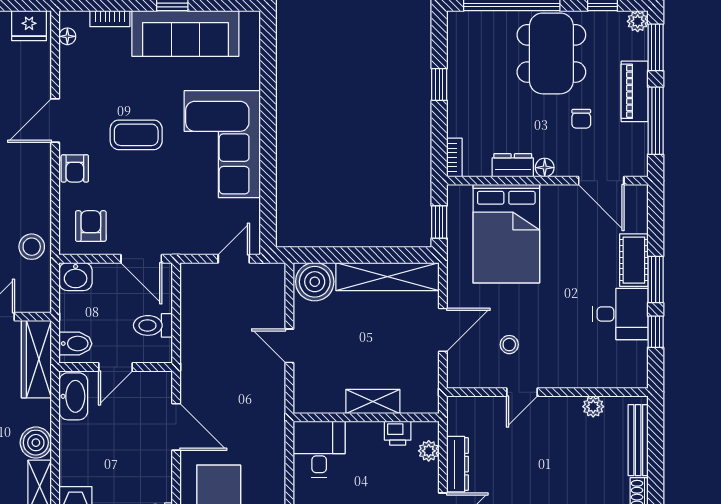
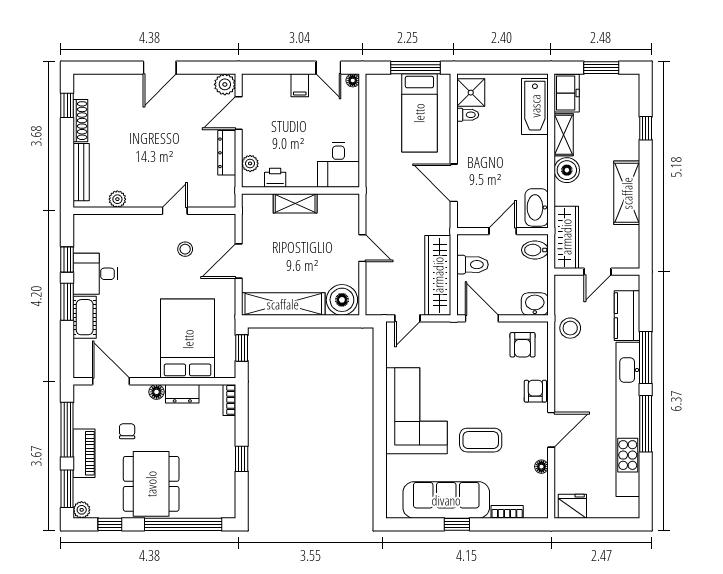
floor lamp: (67, 36) -> (541, 467), moved
coffee table: (136, 135) -> (481, 440), moved
wardrobe: (196, 312) -> (438, 275), added

